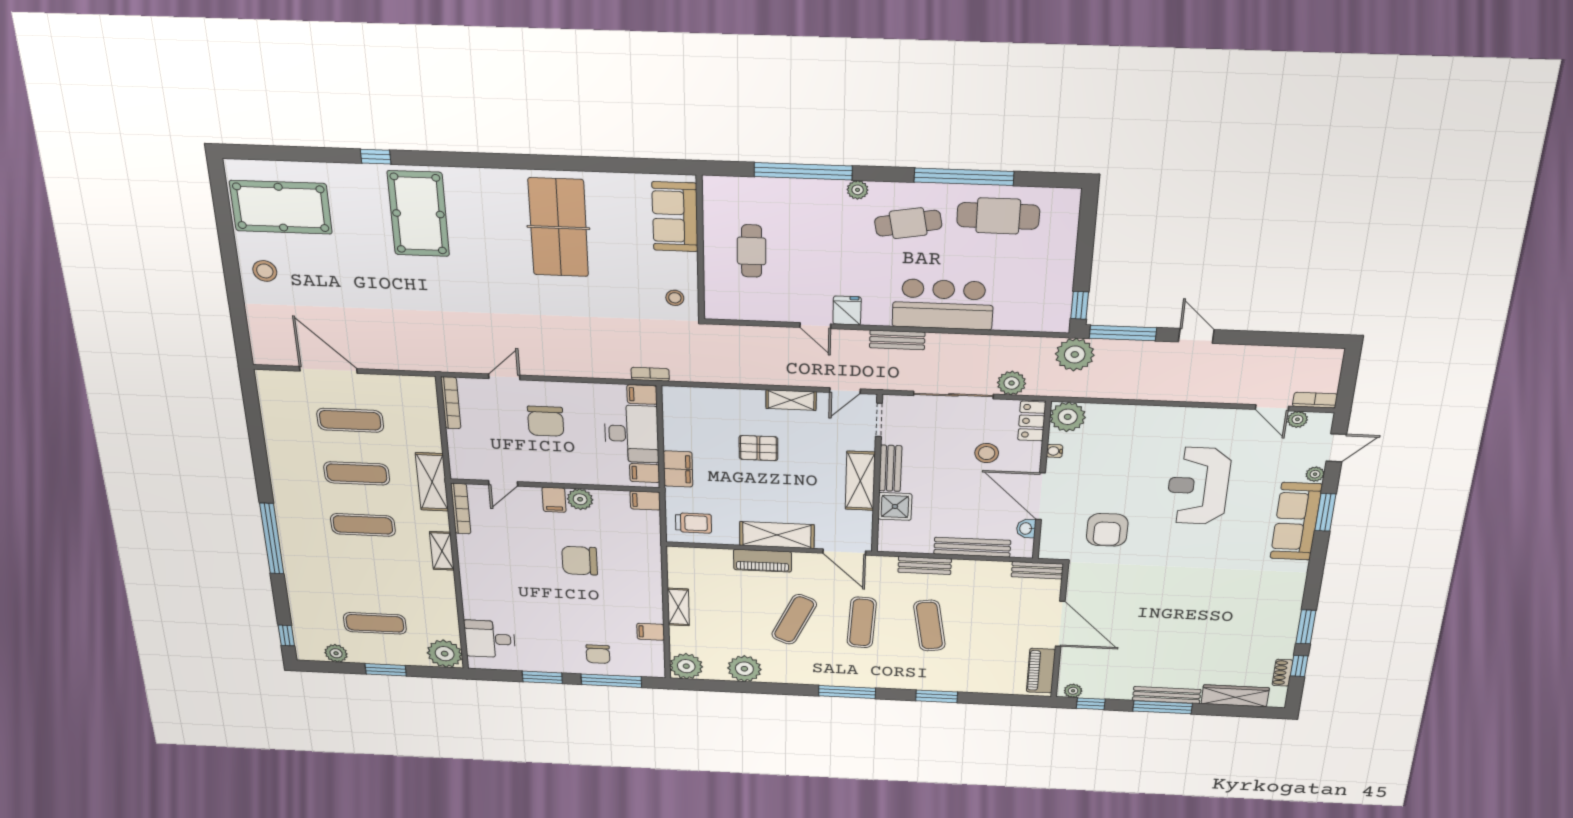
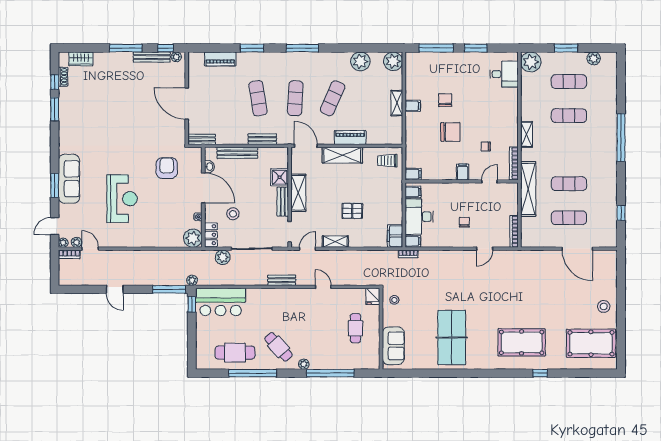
pool table: (418, 214) -> (522, 342), turned 90
cafe table: (908, 223) -> (279, 347), turned 58
bar counter: (943, 304) -> (221, 302), moved
fridge: (847, 310) -> (373, 296), moved
door: (1196, 336) -> (115, 289), moved
plant: (1075, 354) -> (192, 280), width x0.53, depth x0.53
chair: (546, 421) -> (464, 222), width x0.54, depth x0.54
filing cabinet: (678, 469) -> (395, 236), moved
plant: (1315, 474) -> (63, 243), moved
shelving: (432, 482) -> (528, 189), width x1.47
plant: (580, 499) -> (448, 173), removed
exercise mat: (363, 525) -> (569, 116), moved
chair: (514, 536) -> (486, 147), added
filing cabinet: (651, 632) -> (413, 106), moved
window: (286, 635) -> (621, 213), moved
chair: (598, 654) -> (445, 100), moved
piano: (1041, 671) -> (220, 59), moved, turned 90
bench: (1167, 695) -> (152, 57), moved
wardrobe: (1235, 696) -> (81, 59), width x0.67

